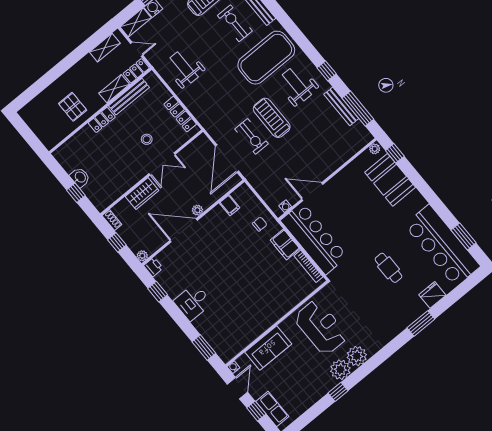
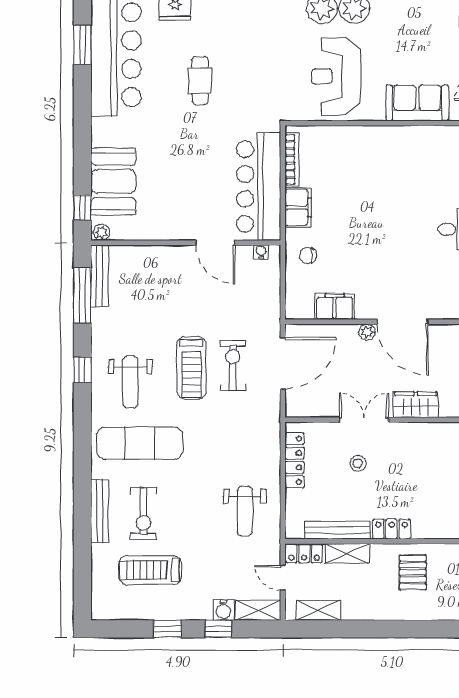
exercise mat: (266, 58) -> (140, 443), width x0.68
bench: (341, 106) -> (100, 276), moved
filing cabinet: (230, 205) -> (335, 307), width x2.00

